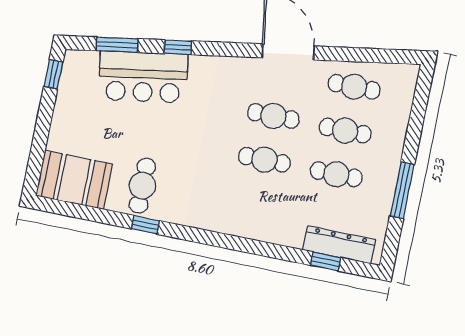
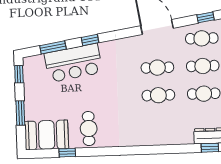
window: (368, 55) -> (205, 17), added
window: (41, 135) -> (20, 113), added
window: (145, 225) -> (67, 153), moved

